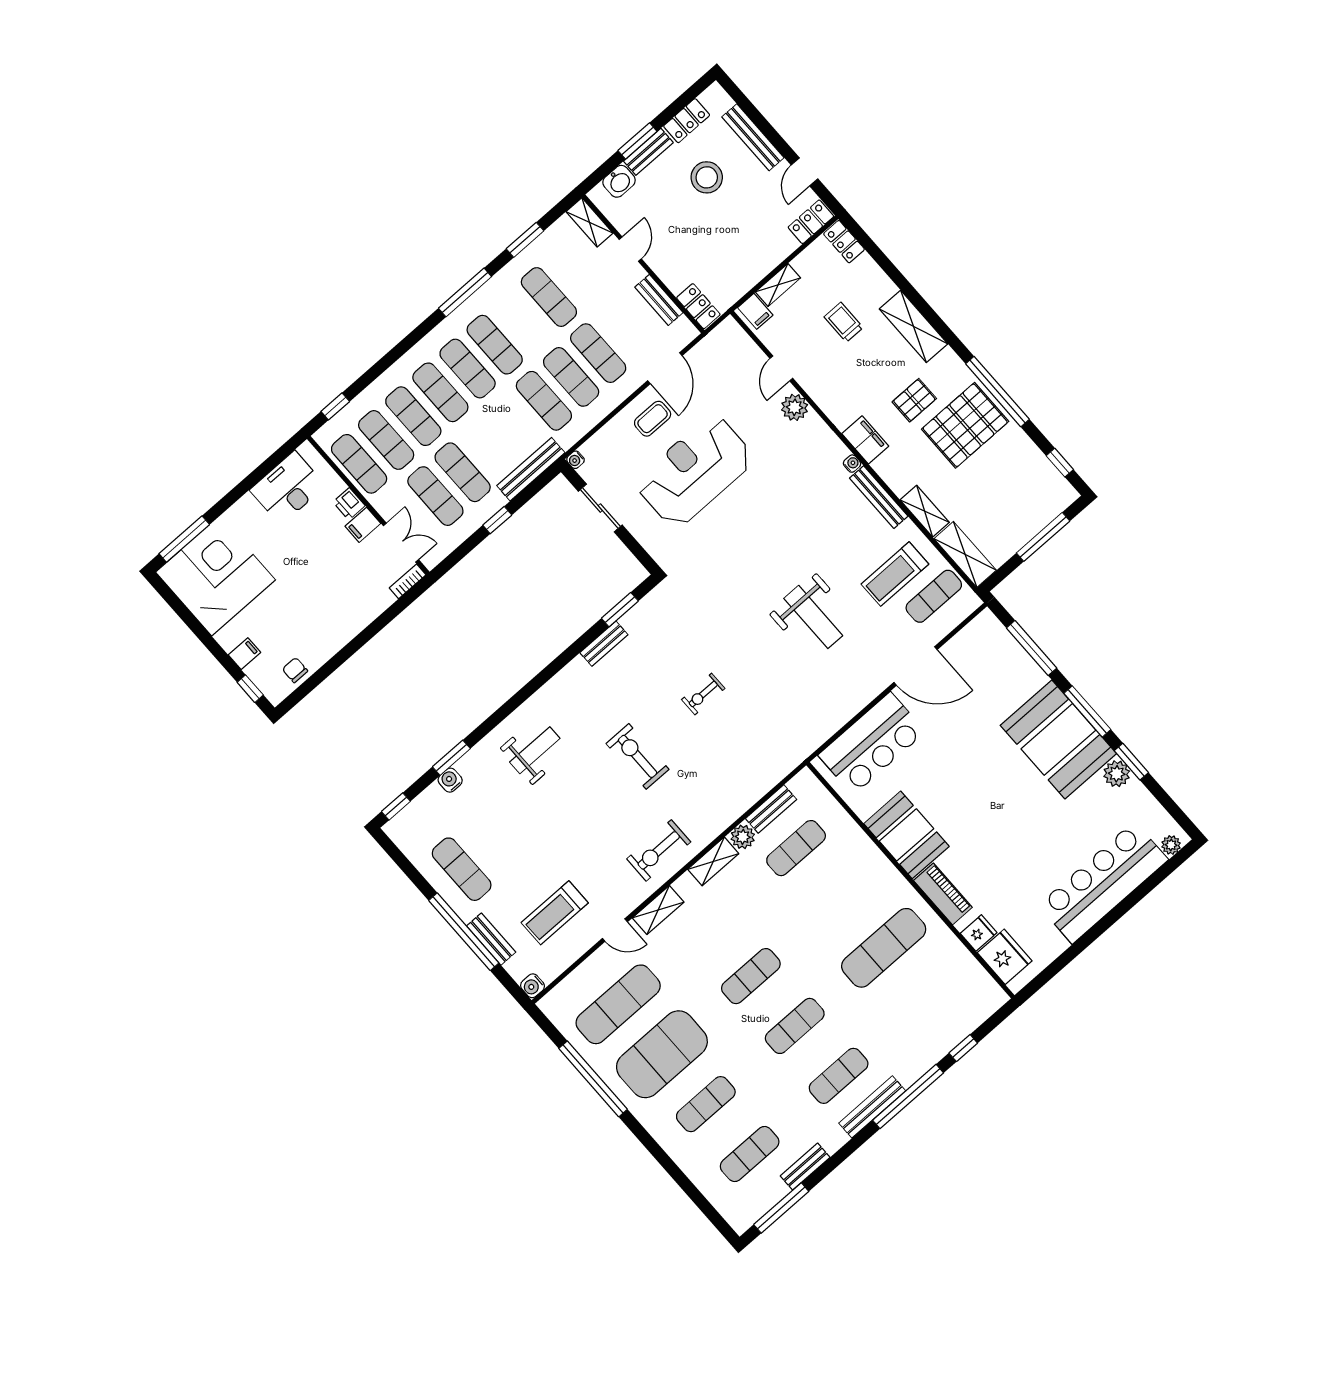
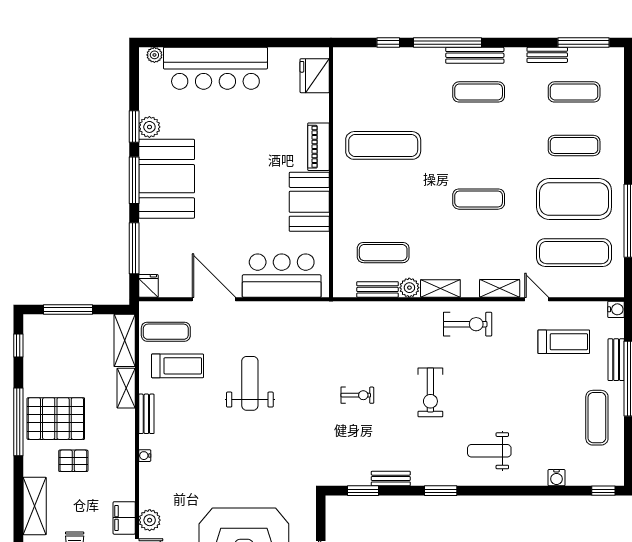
filing cabinet: (865, 440) -> (124, 518), moved
bench: (879, 497) -> (146, 414), width x0.73
window: (451, 758) -> (441, 491), moved
fridge: (979, 933) -> (148, 286), moved, turned 90
exercise mat: (795, 1026) -> (479, 145), removed

